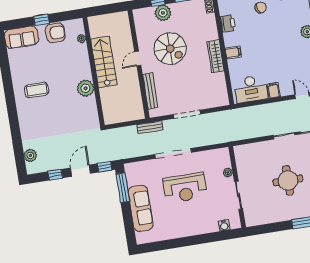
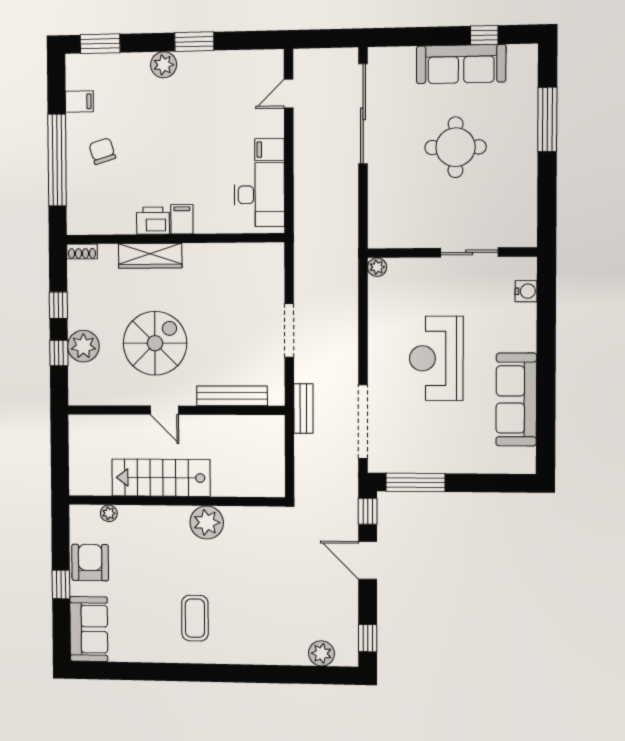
printer: (228, 23) -> (153, 221), moved
wardrobe: (216, 56) -> (150, 256), moved
doorway: (173, 153) -> (363, 422), moved
plant: (228, 172) -> (377, 267), moved
window: (55, 175) -> (368, 638), moved
reception desk: (185, 188) -> (436, 358), turned 180
sofa: (141, 208) -> (516, 399), moved, turned -90

